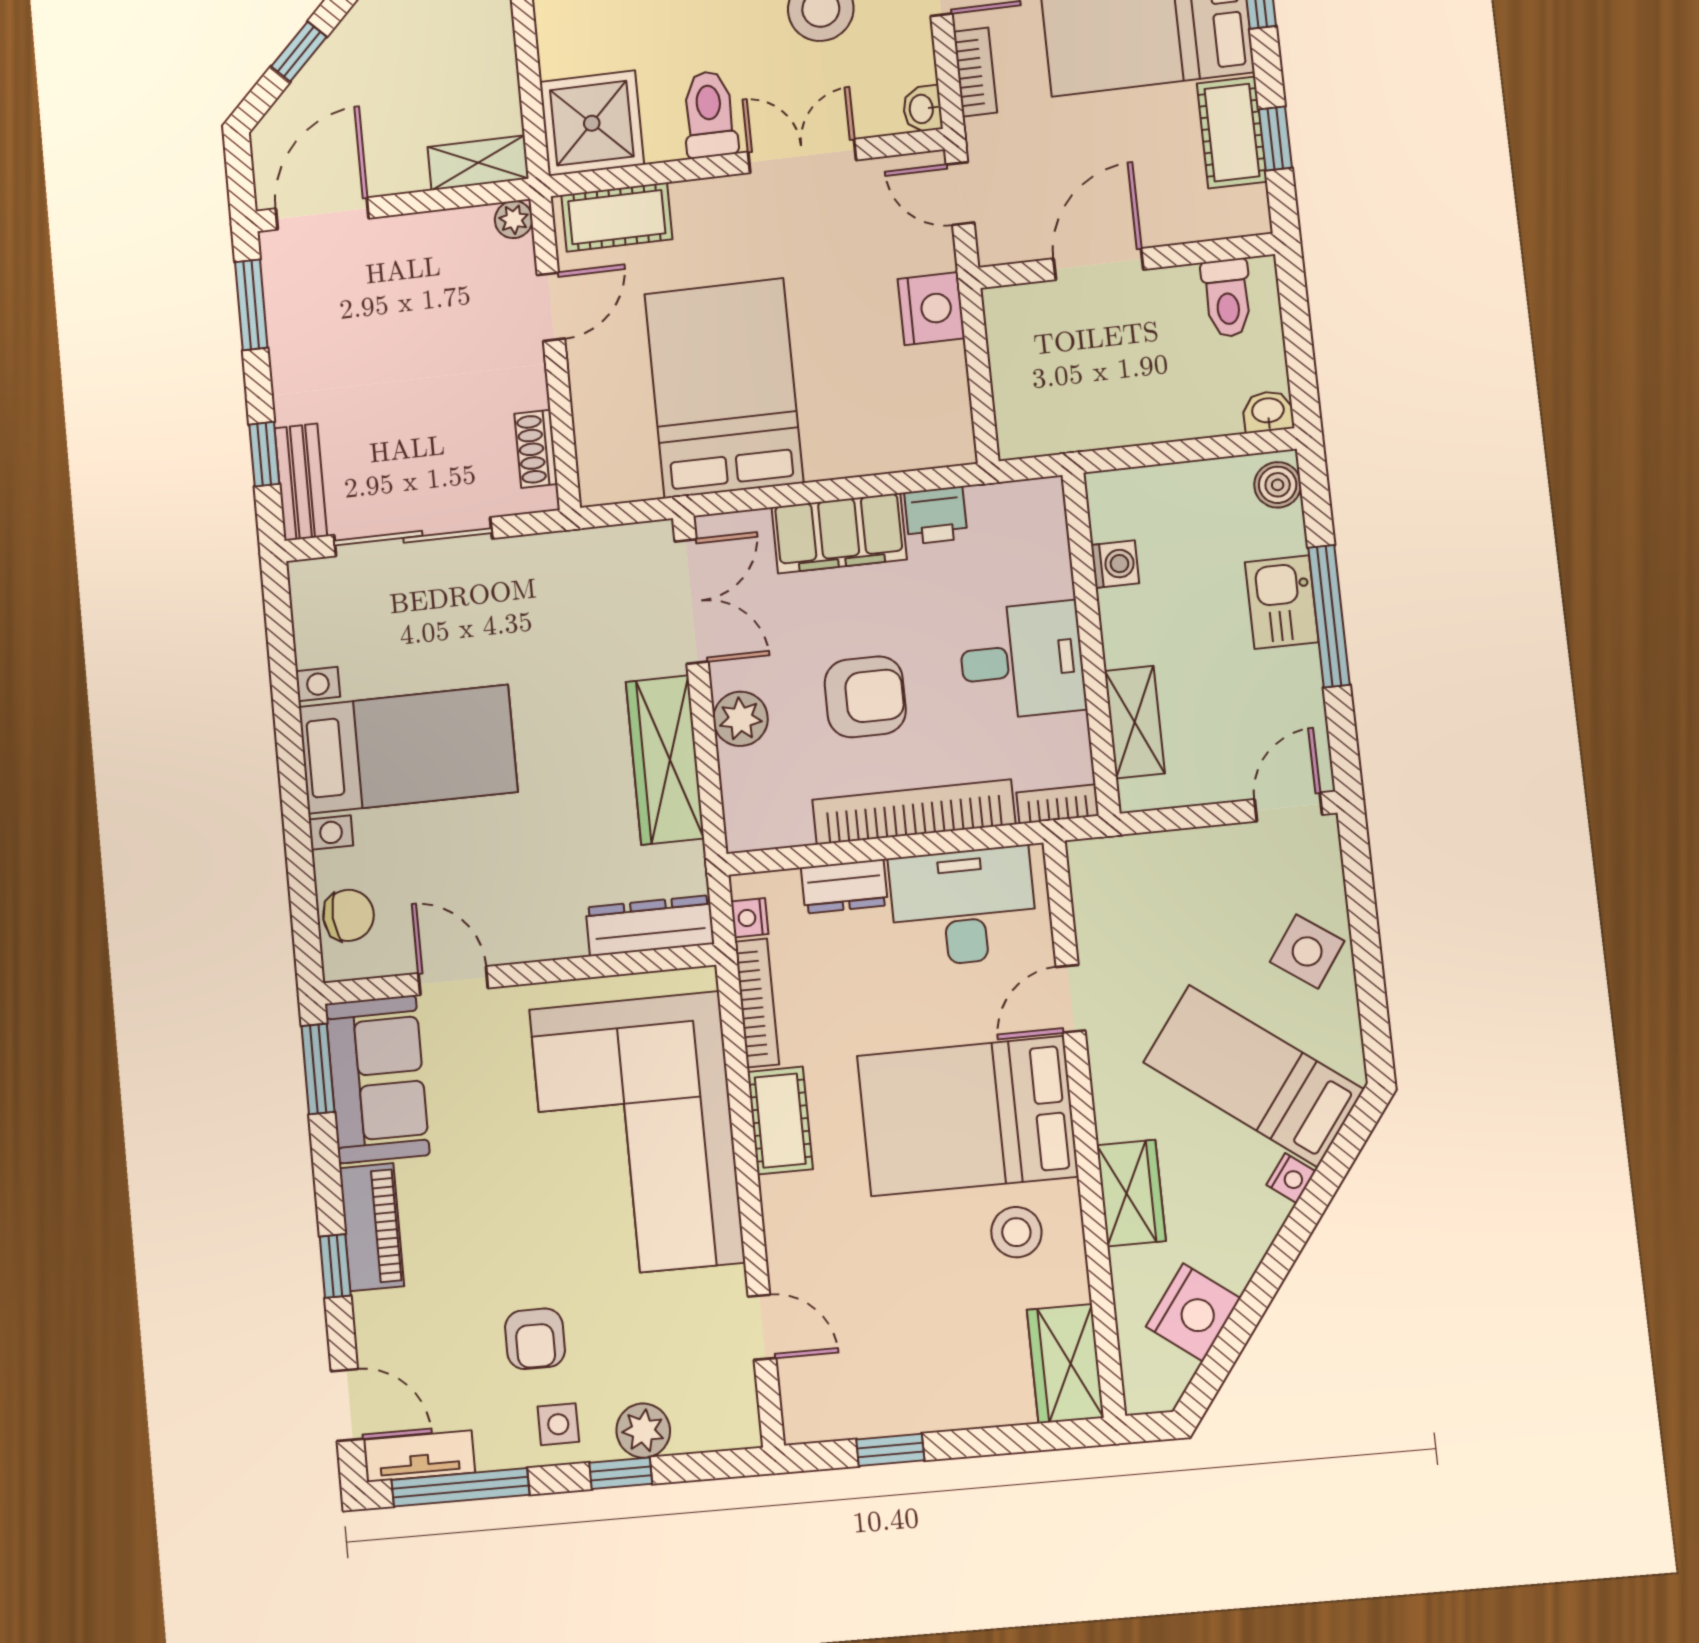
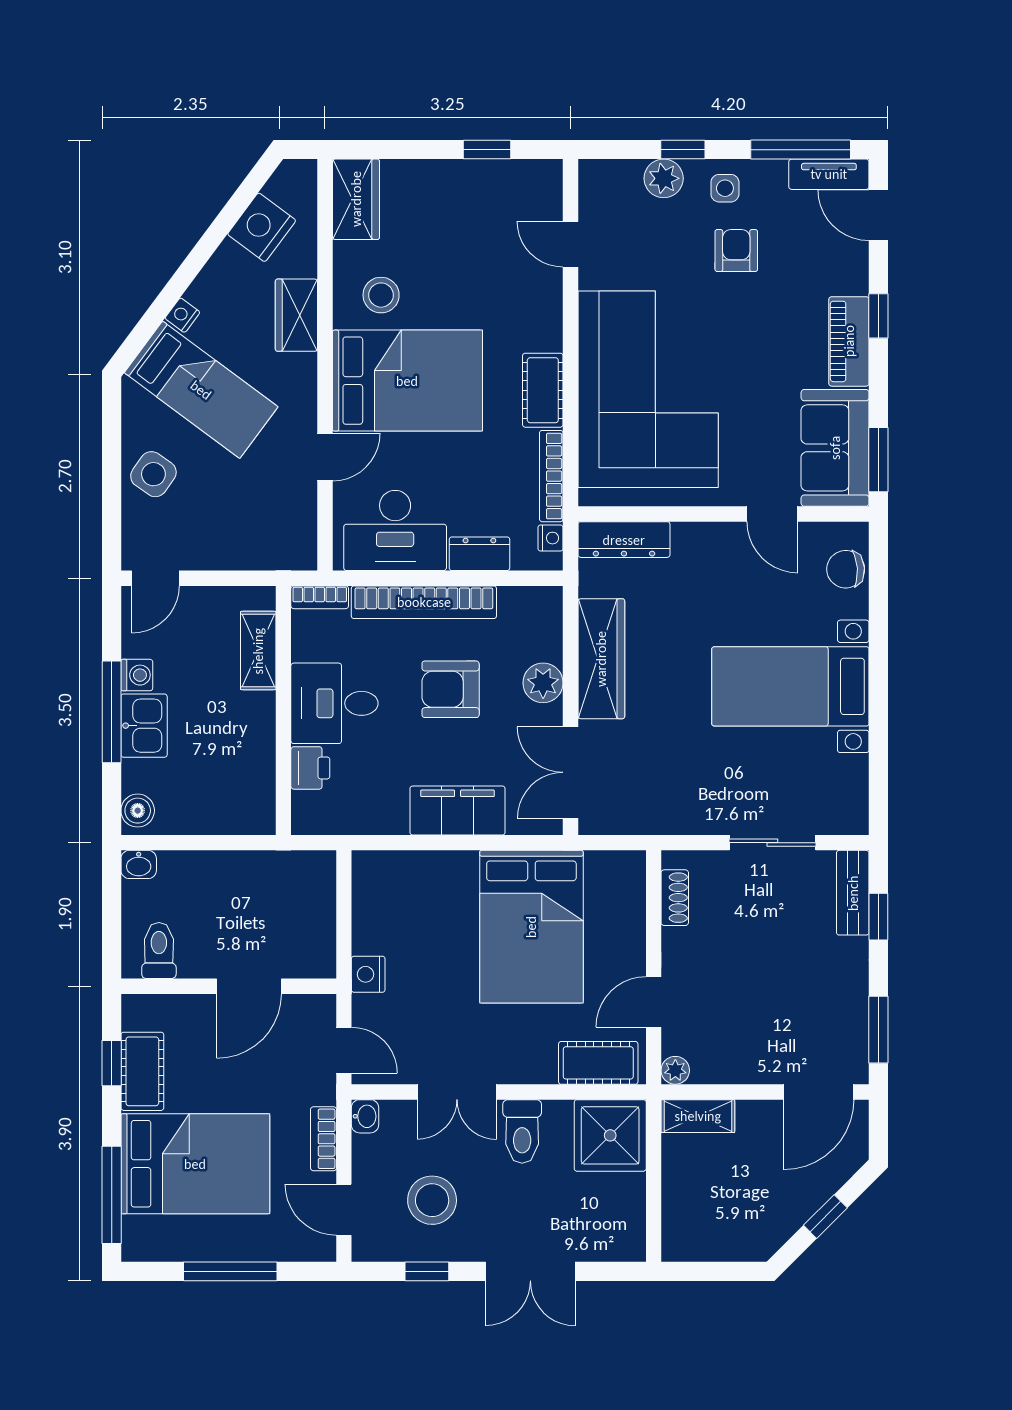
nightstand: (931, 309) -> (368, 974), width x0.74, depth x0.75
printer: (936, 515) -> (310, 768), moved, turned 90
sliding door: (413, 537) -> (772, 843), width x0.73
washing machine: (1115, 564) -> (137, 675), moved, turned 180

